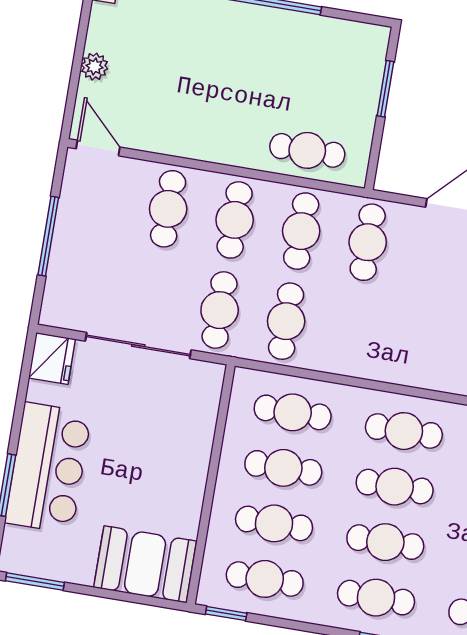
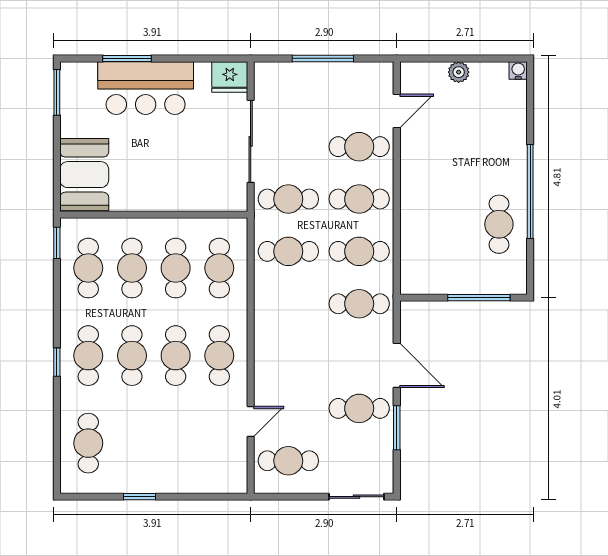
window: (385, 89) -> (479, 298), width x1.44
door: (98, 148) -> (397, 111), moved
cafe table: (307, 150) -> (499, 224), moved

